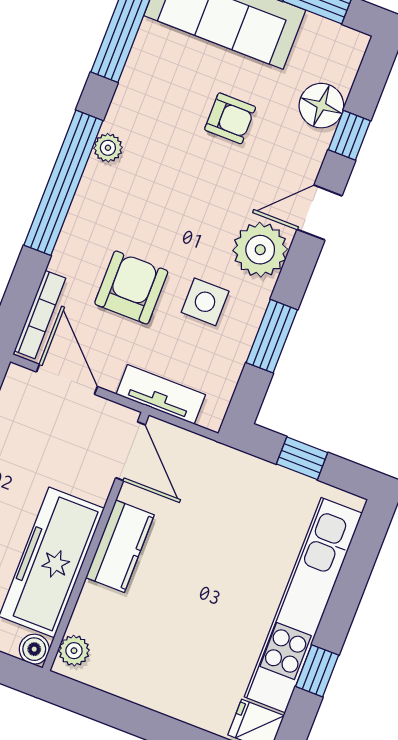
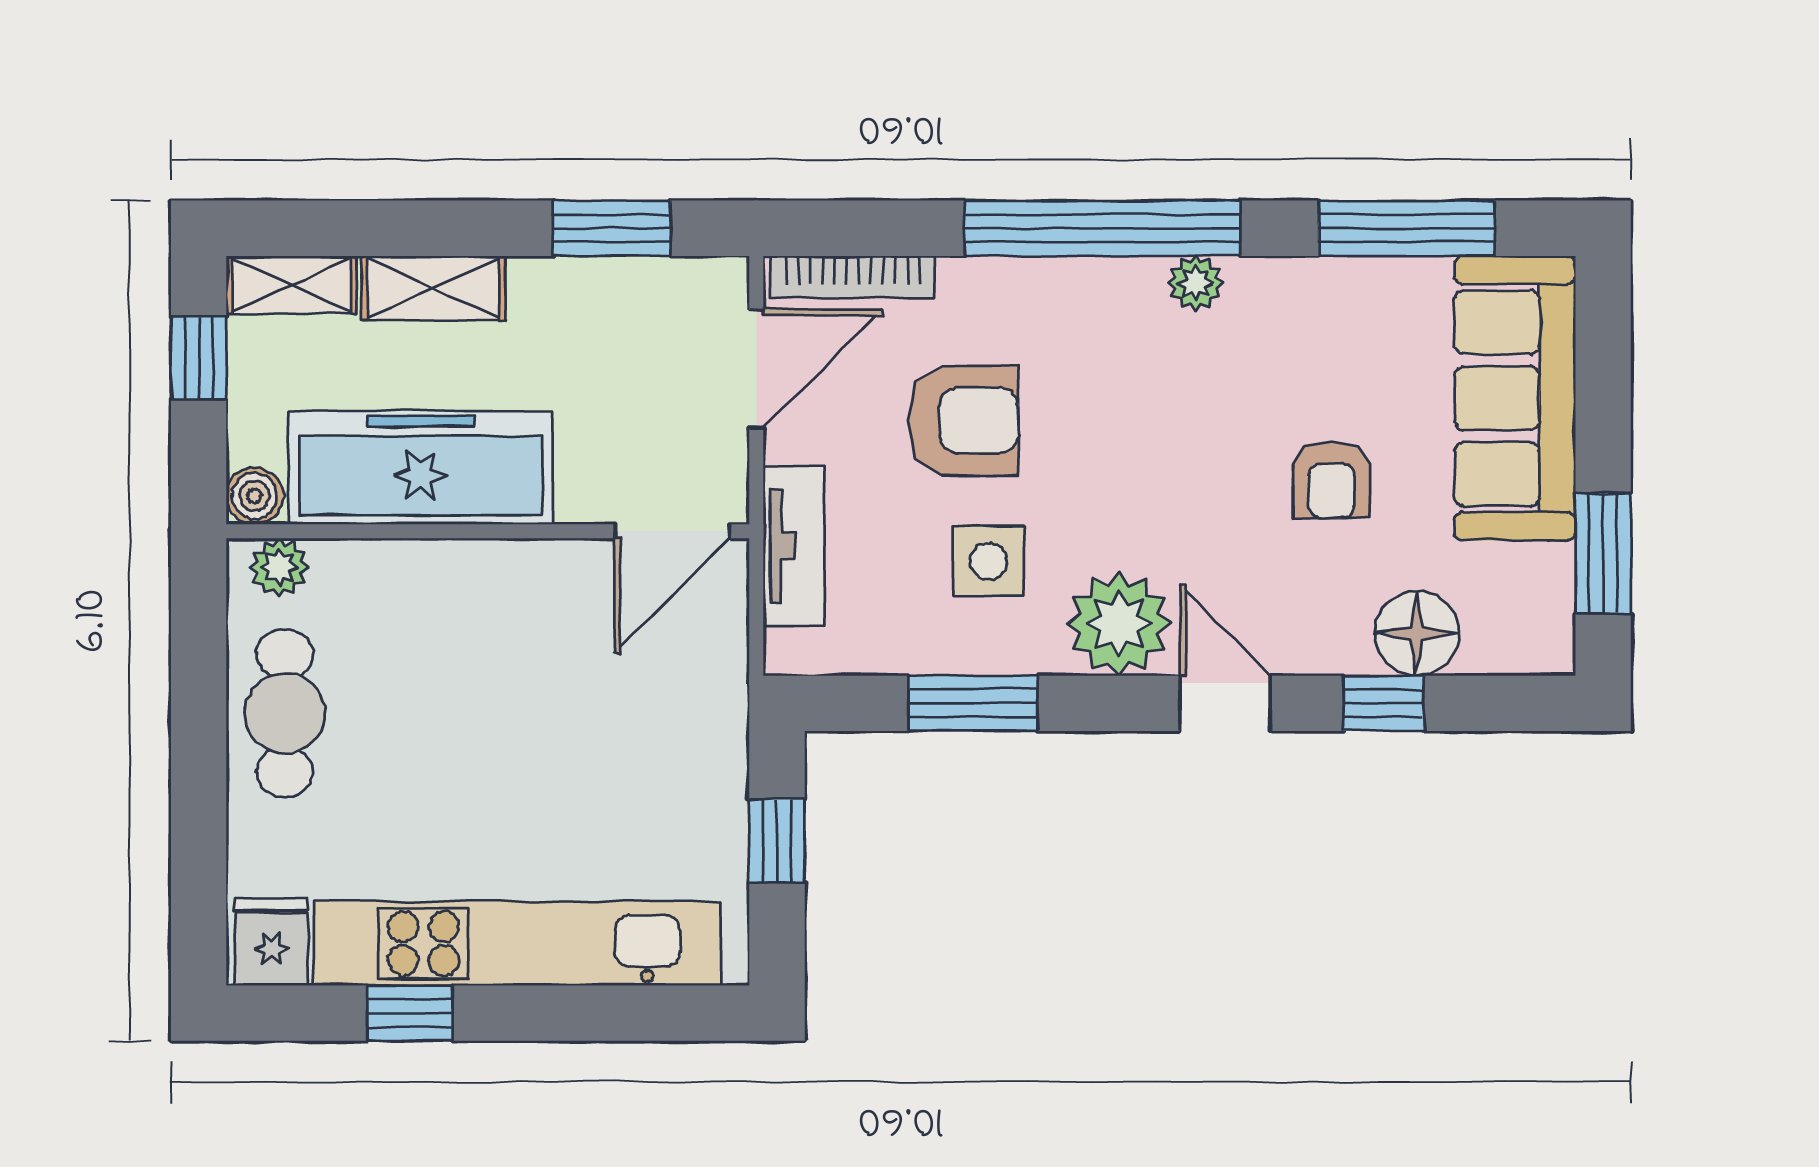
kitchen counter: (120, 546) -> (496, 578), removed
cafe table: (146, 675) -> (285, 713), added

